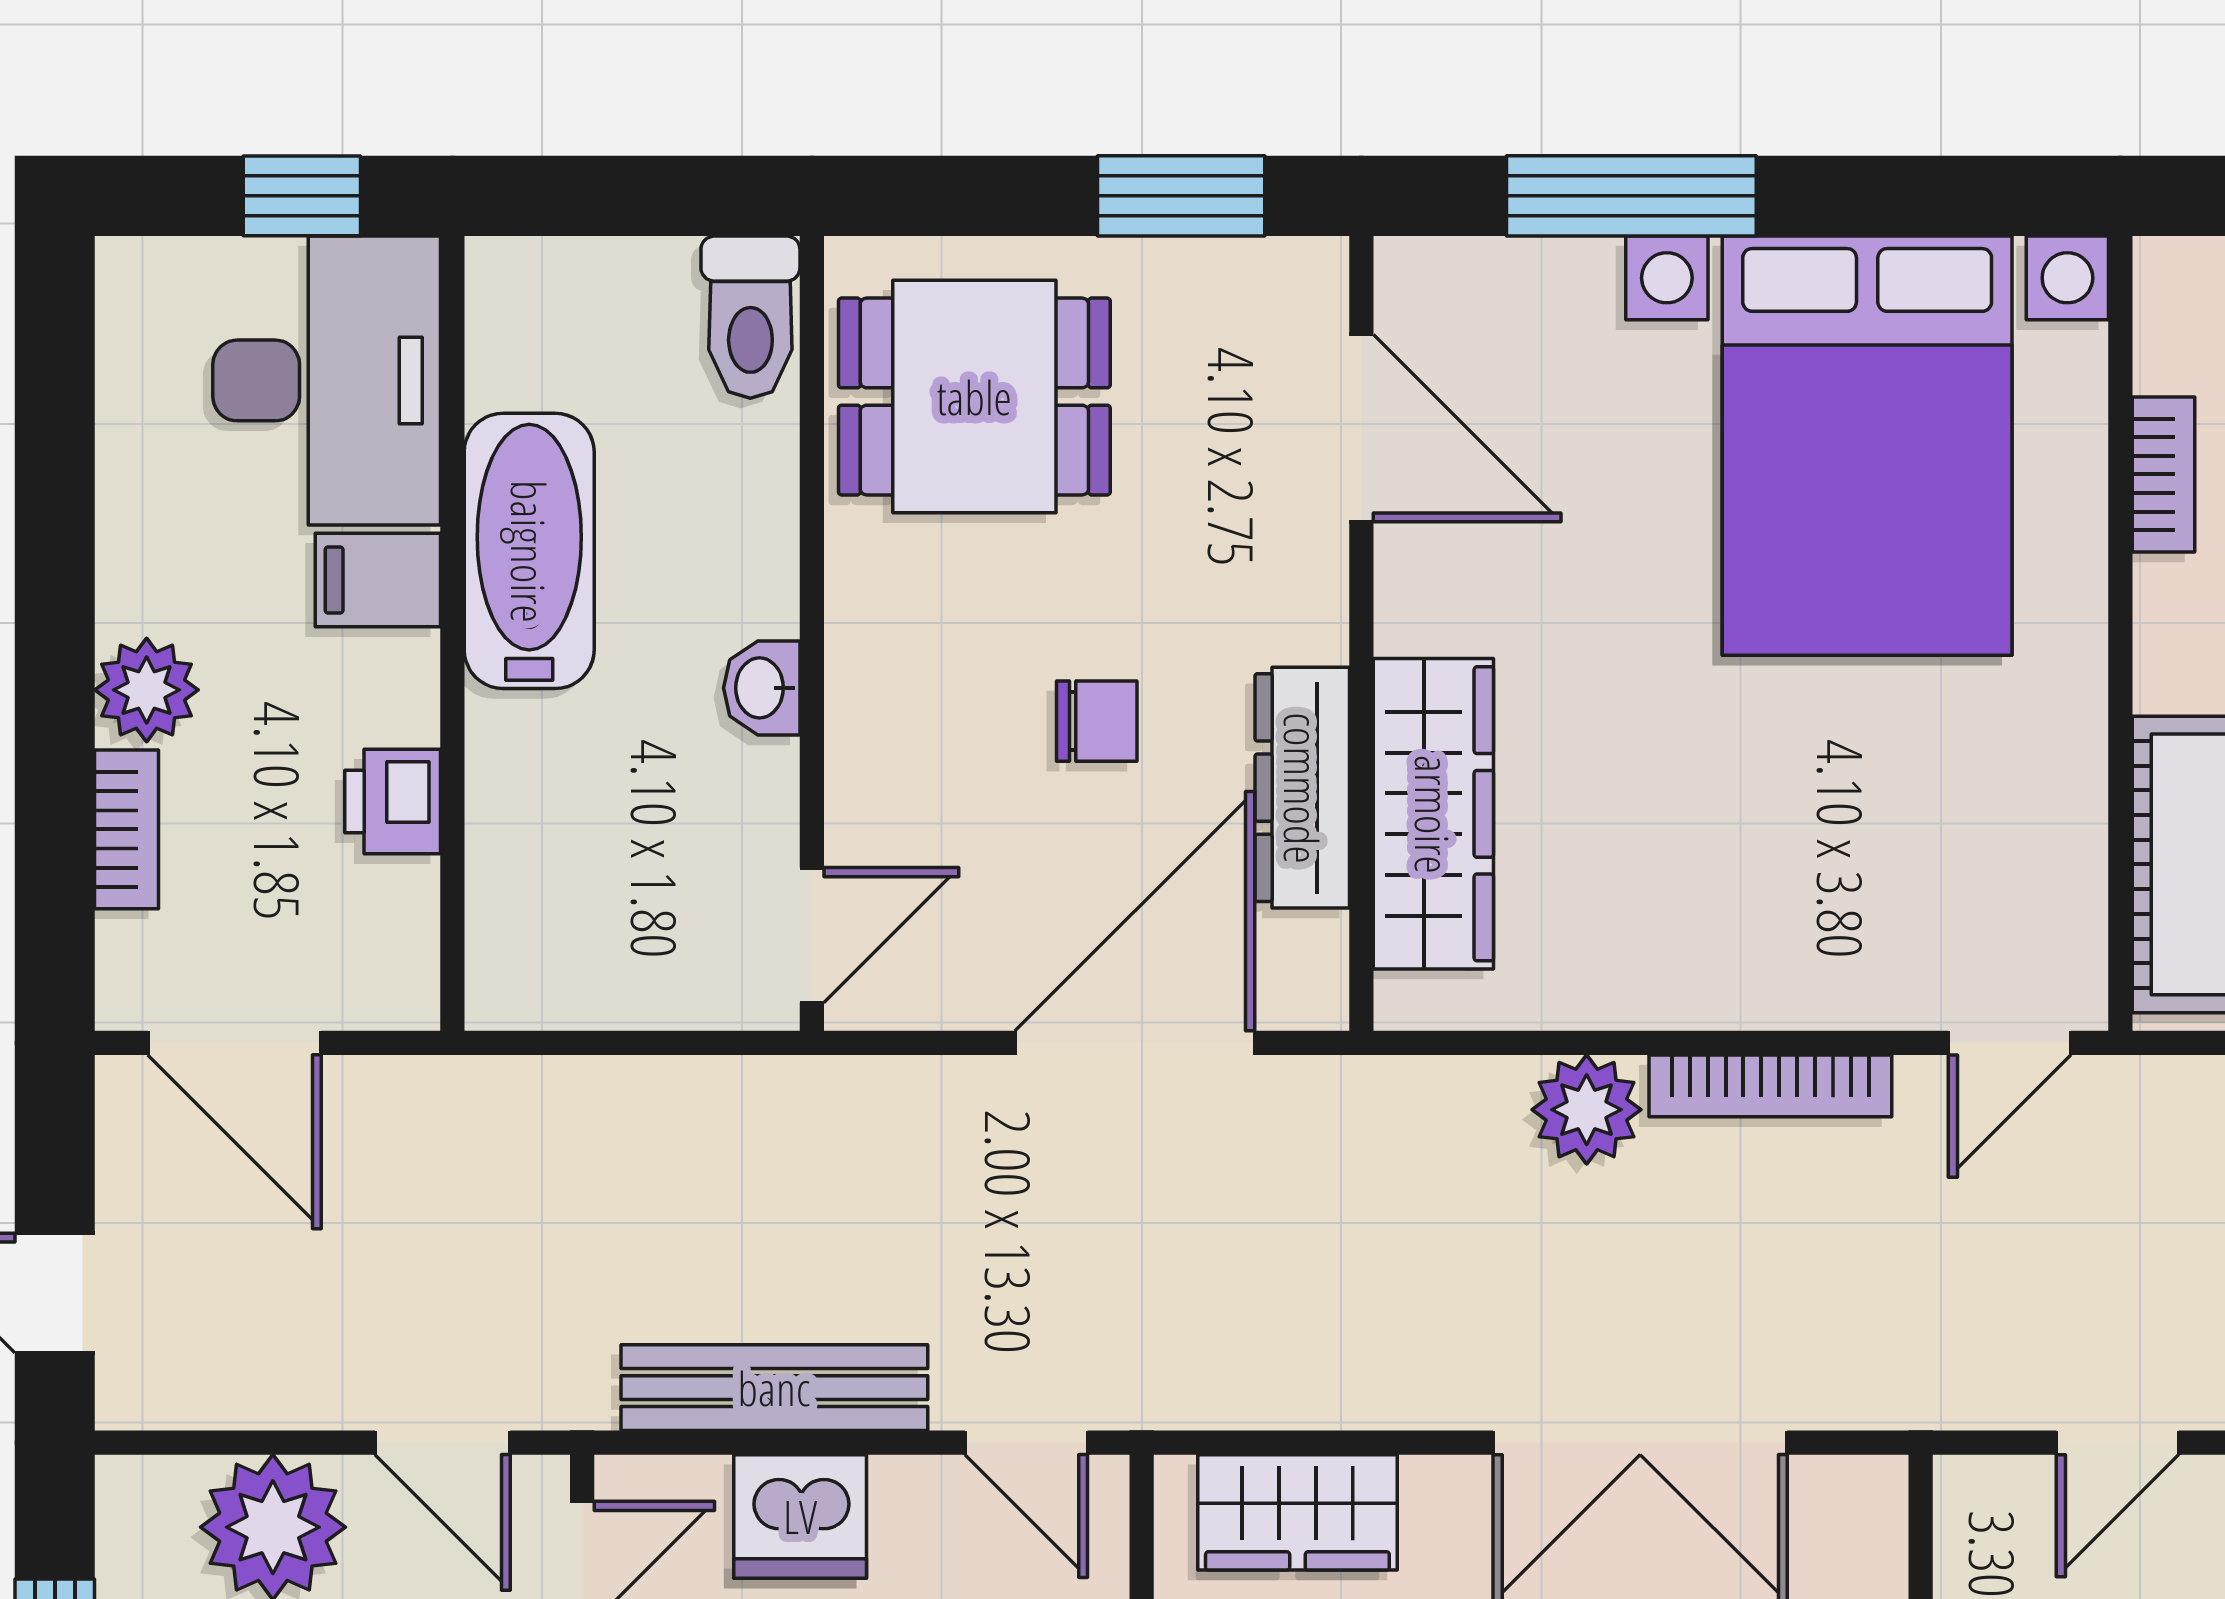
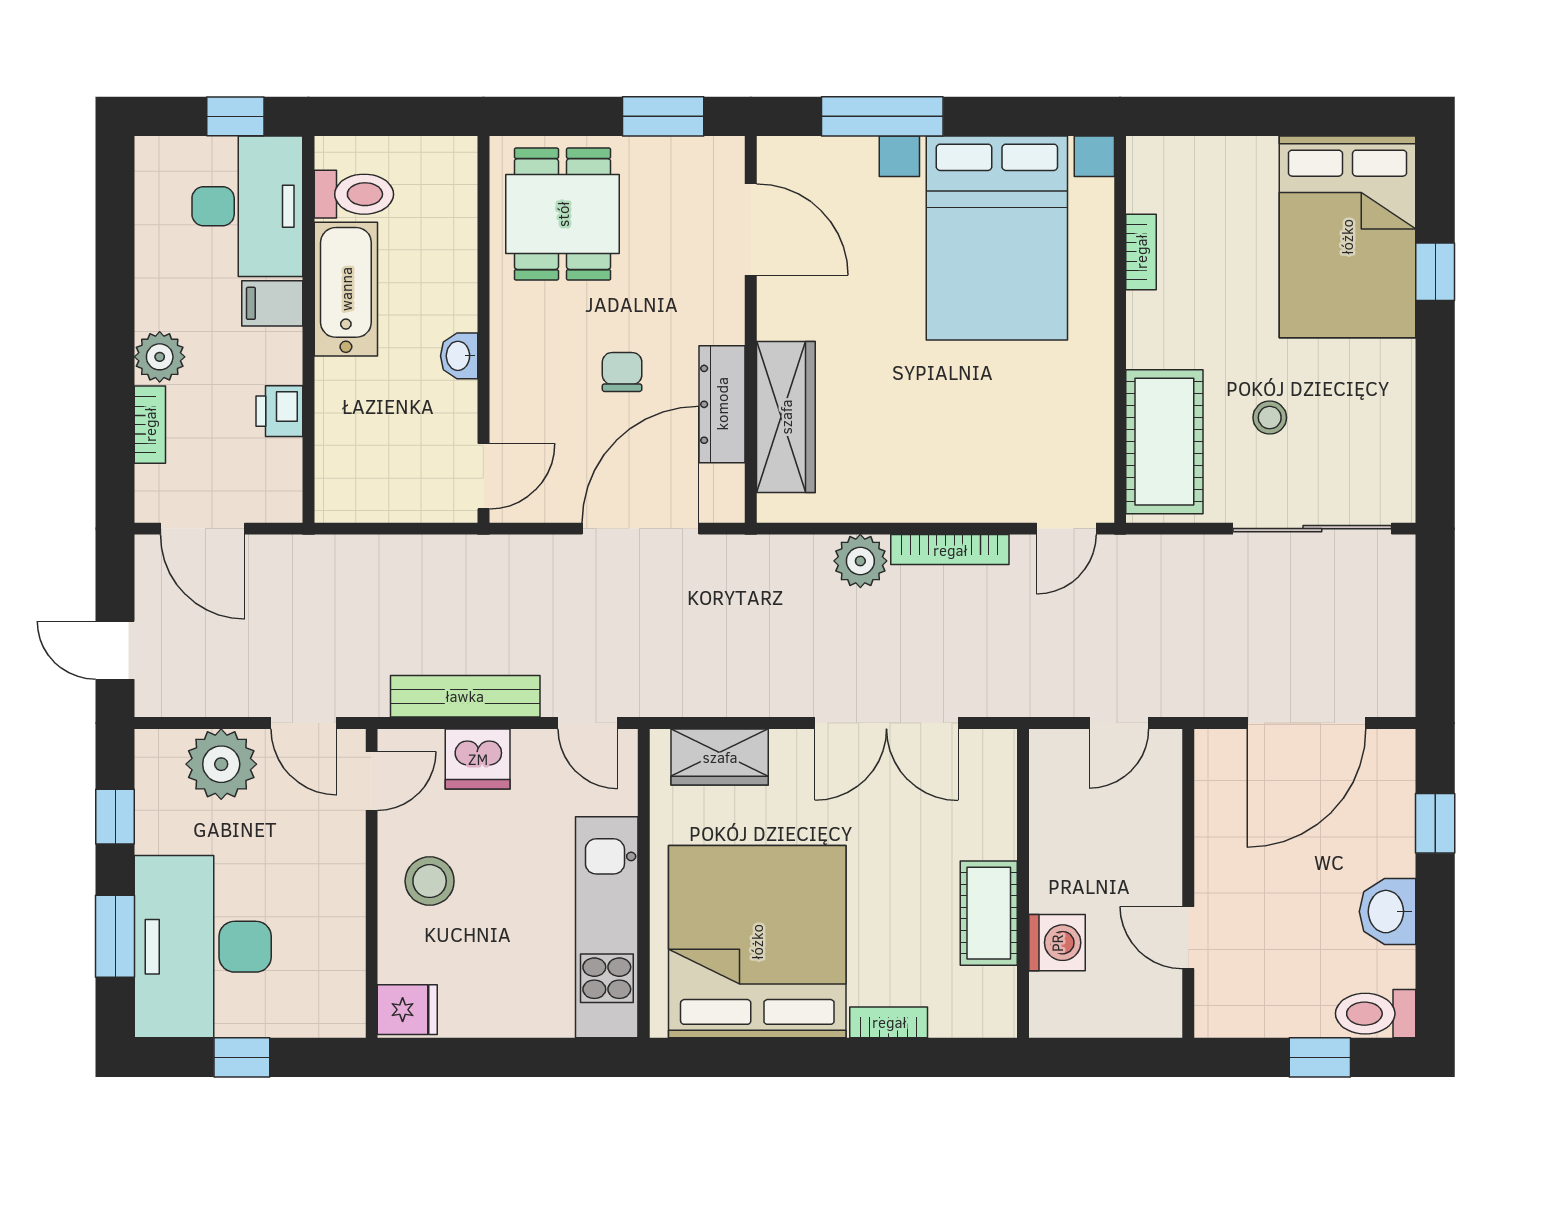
toilet: (750, 317) -> (354, 194), moved, turned -90
dining table: (974, 397) -> (563, 214), turned 90
chair: (1097, 721) -> (622, 372), turned -90

